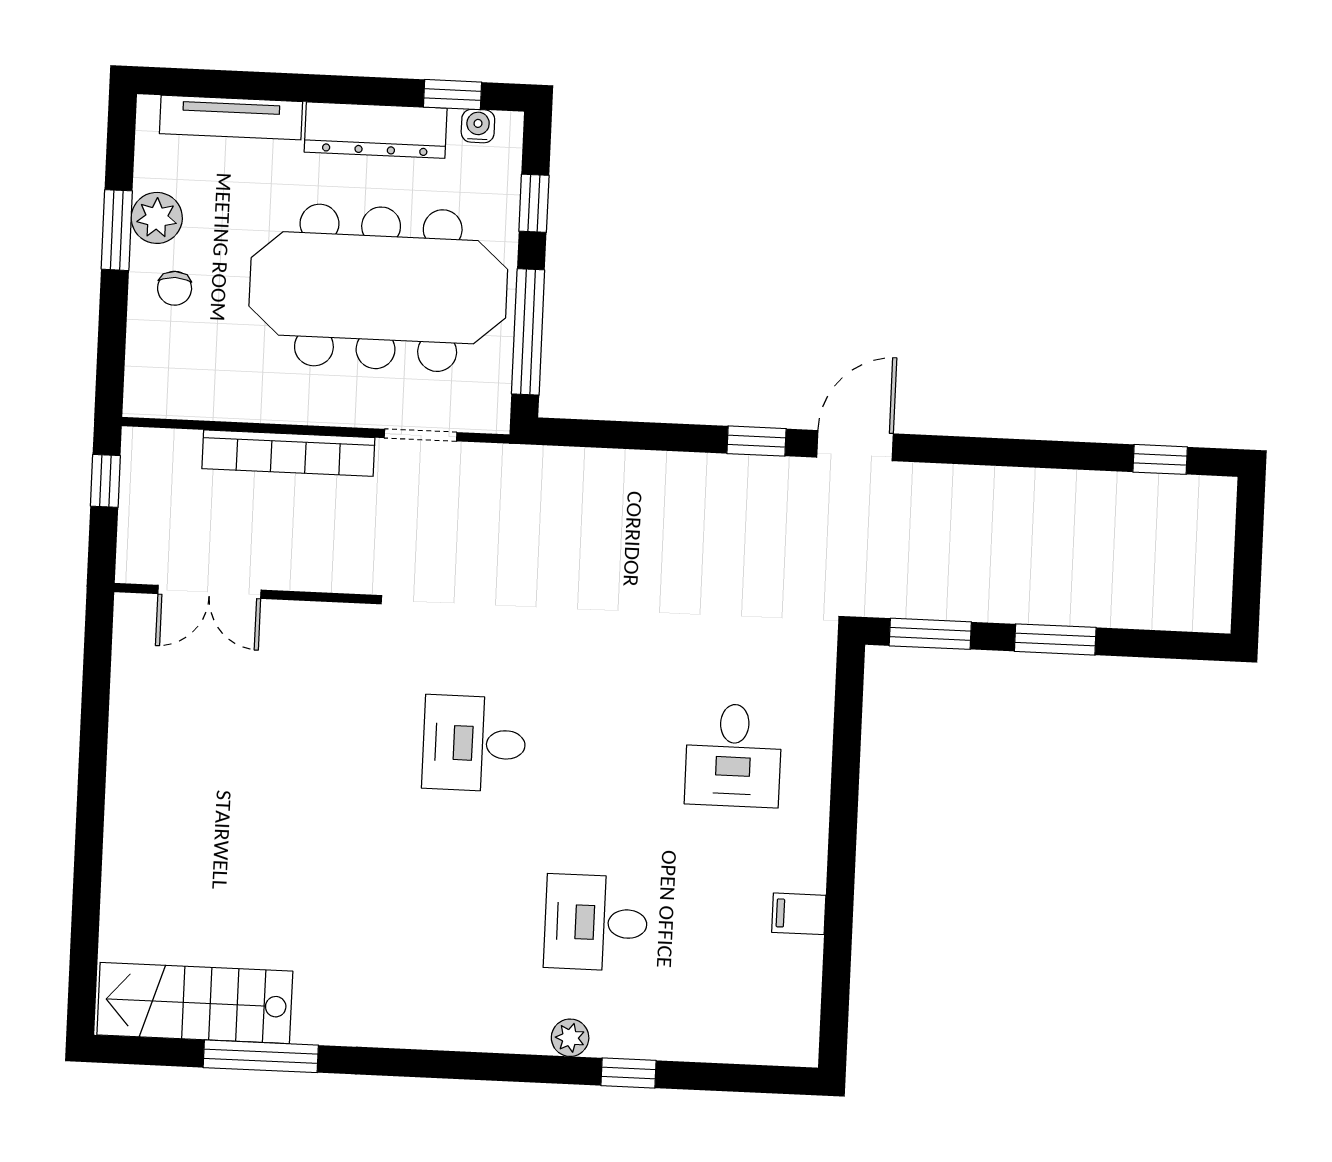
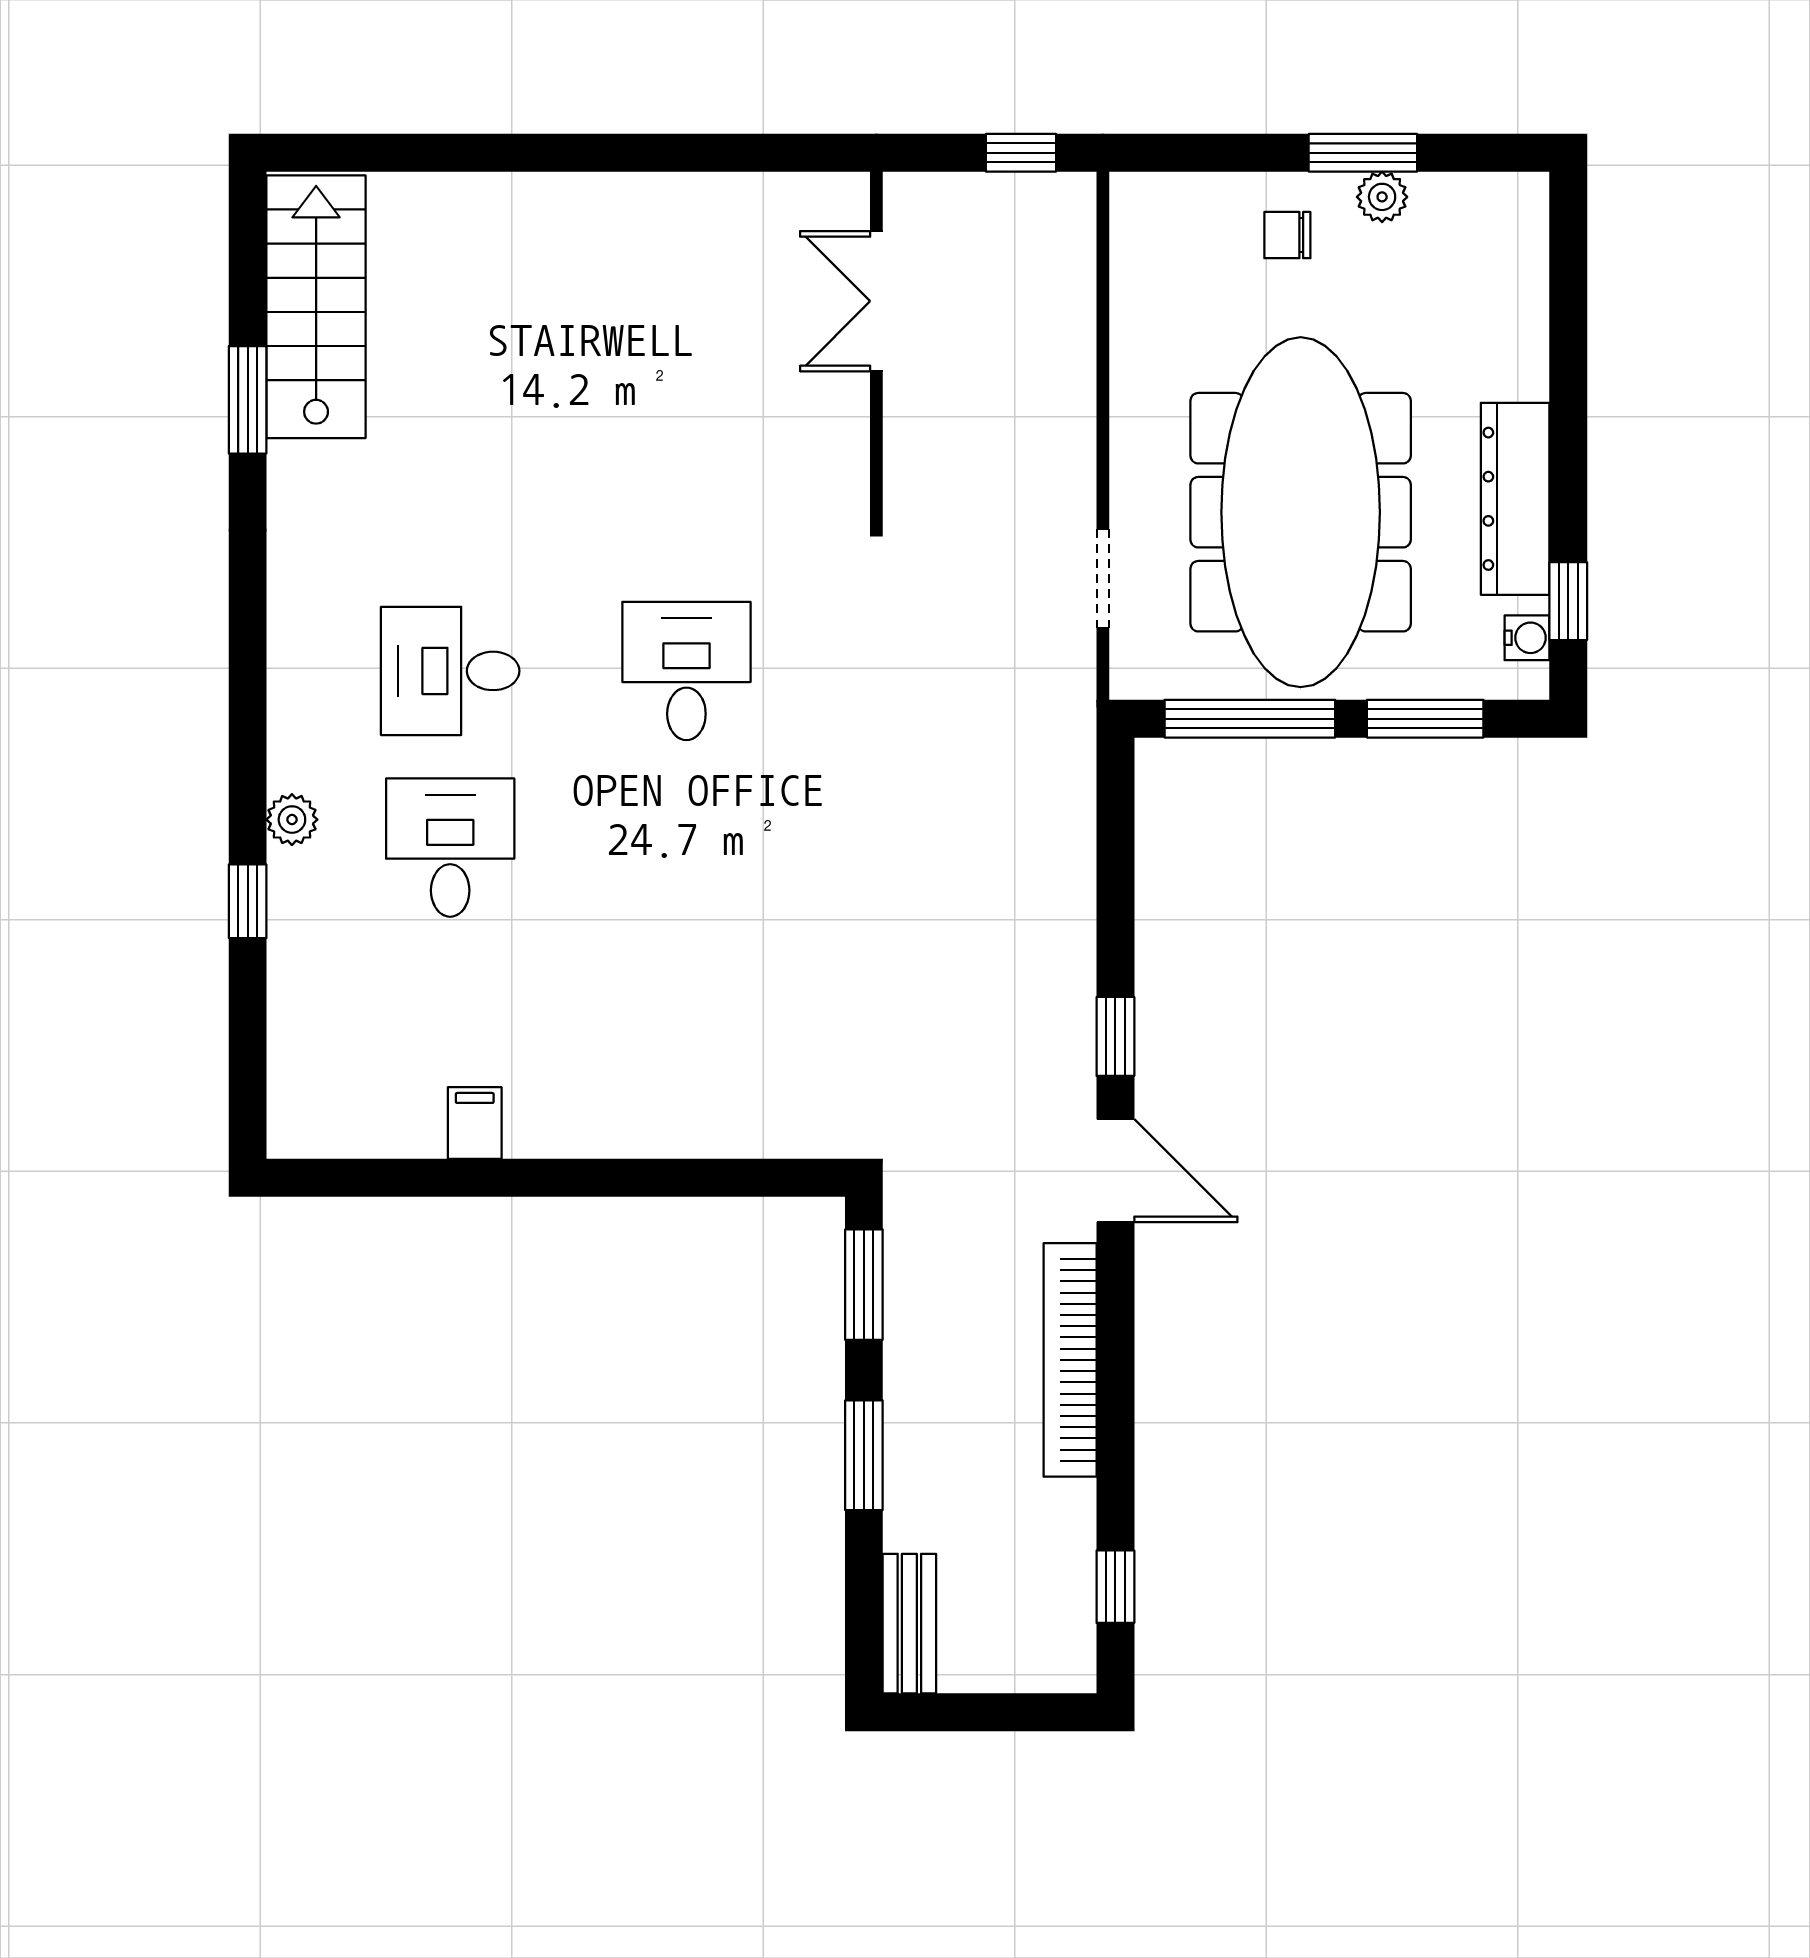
tv unit: (231, 118) -> (1523, 301), removed
window: (534, 203) -> (1425, 719), width x1.50
plant: (157, 218) -> (1382, 197), width x0.73, depth x0.73
bookcase: (288, 453) -> (1070, 1360), moved
bench: (1180, 612) -> (909, 1624), added
desk: (733, 755) -> (450, 671), moved
window: (261, 1056) -> (248, 400), width x0.69

